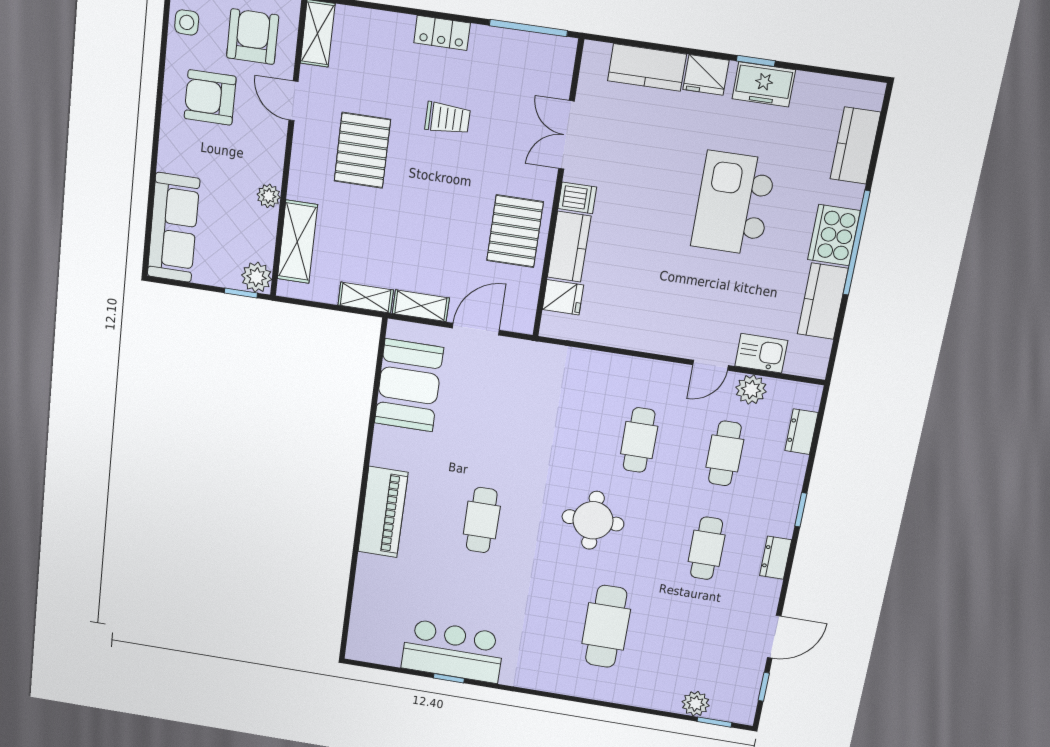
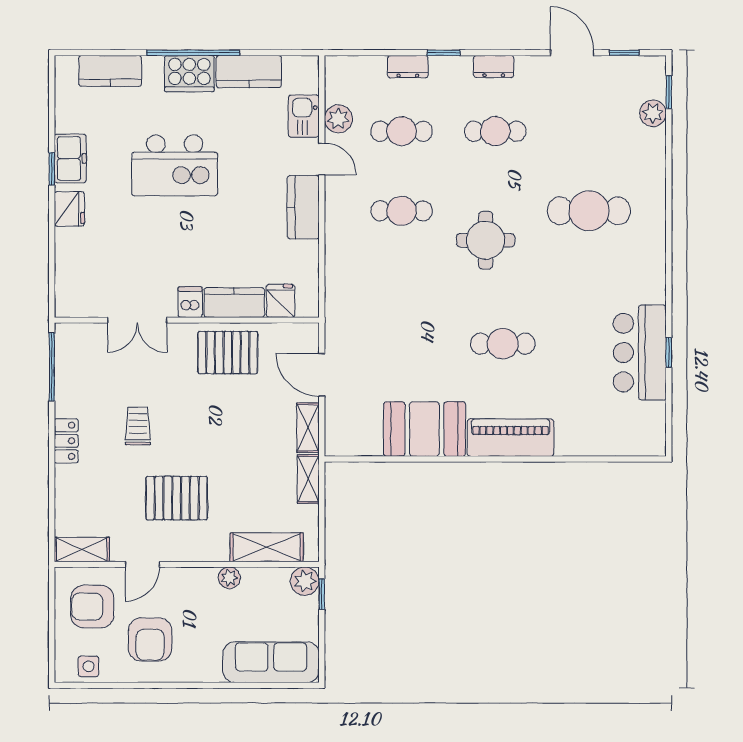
kitchen counter: (647, 67) -> (303, 207), moved, turned 180
booth: (409, 385) -> (424, 429), moved
dresser: (801, 432) -> (408, 67), moved

